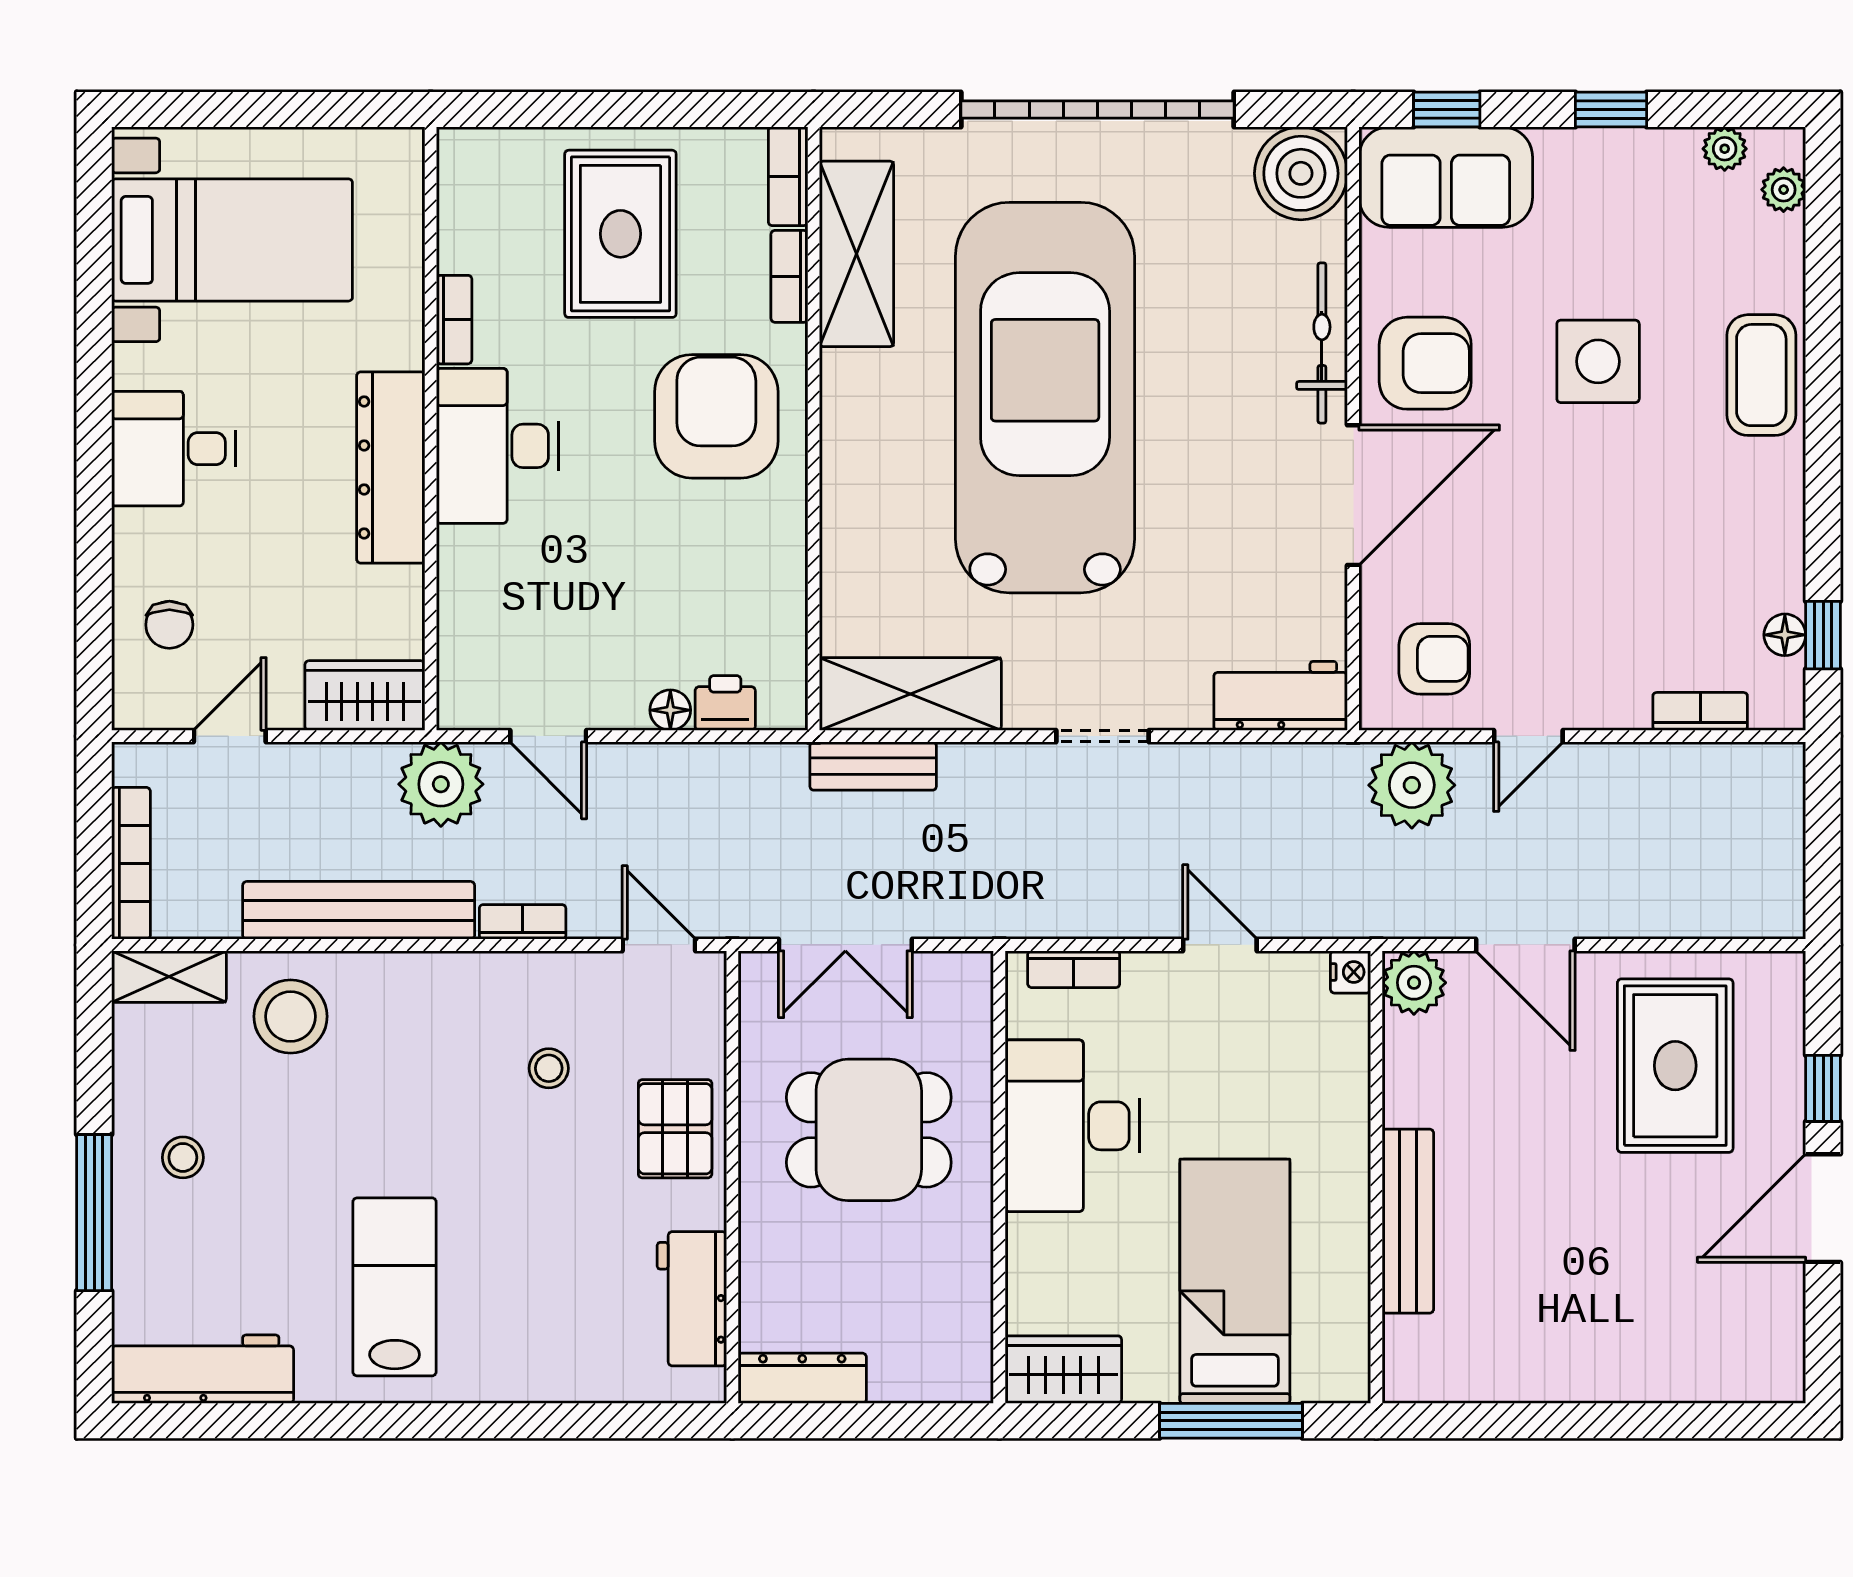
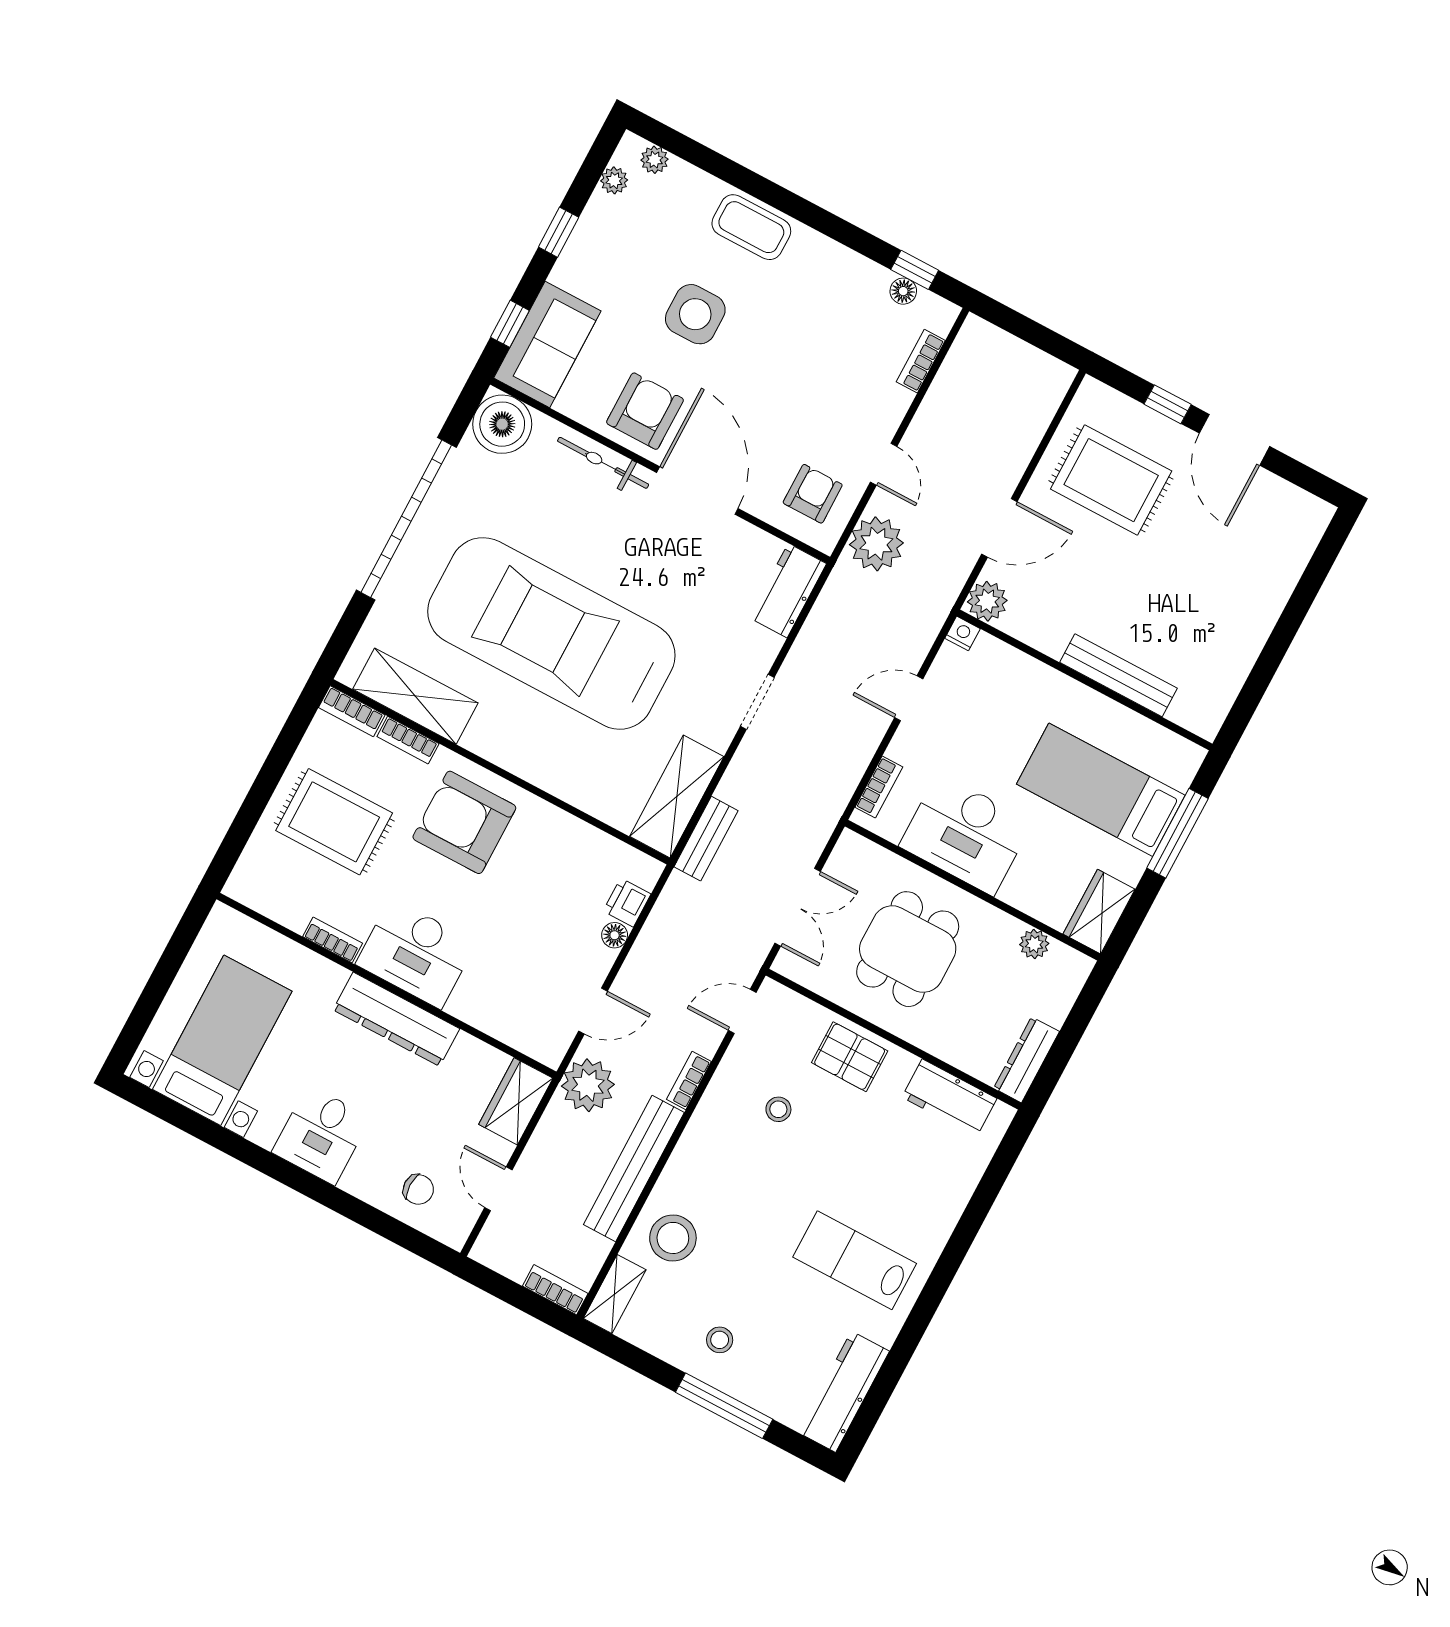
bookcase: (131, 863) -> (555, 1290), width x0.64
plant: (970, 1303) -> (1034, 944), added

